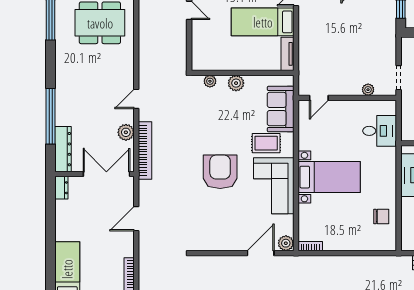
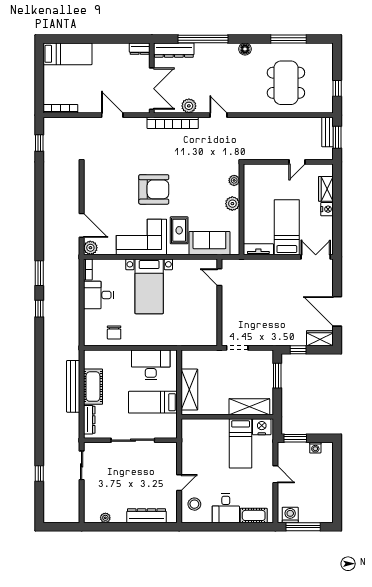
floor lamp: (62, 69) -> (245, 49), added
plant: (368, 90) -> (227, 321), removed
desk: (380, 131) -> (98, 295), moved, turned 90

